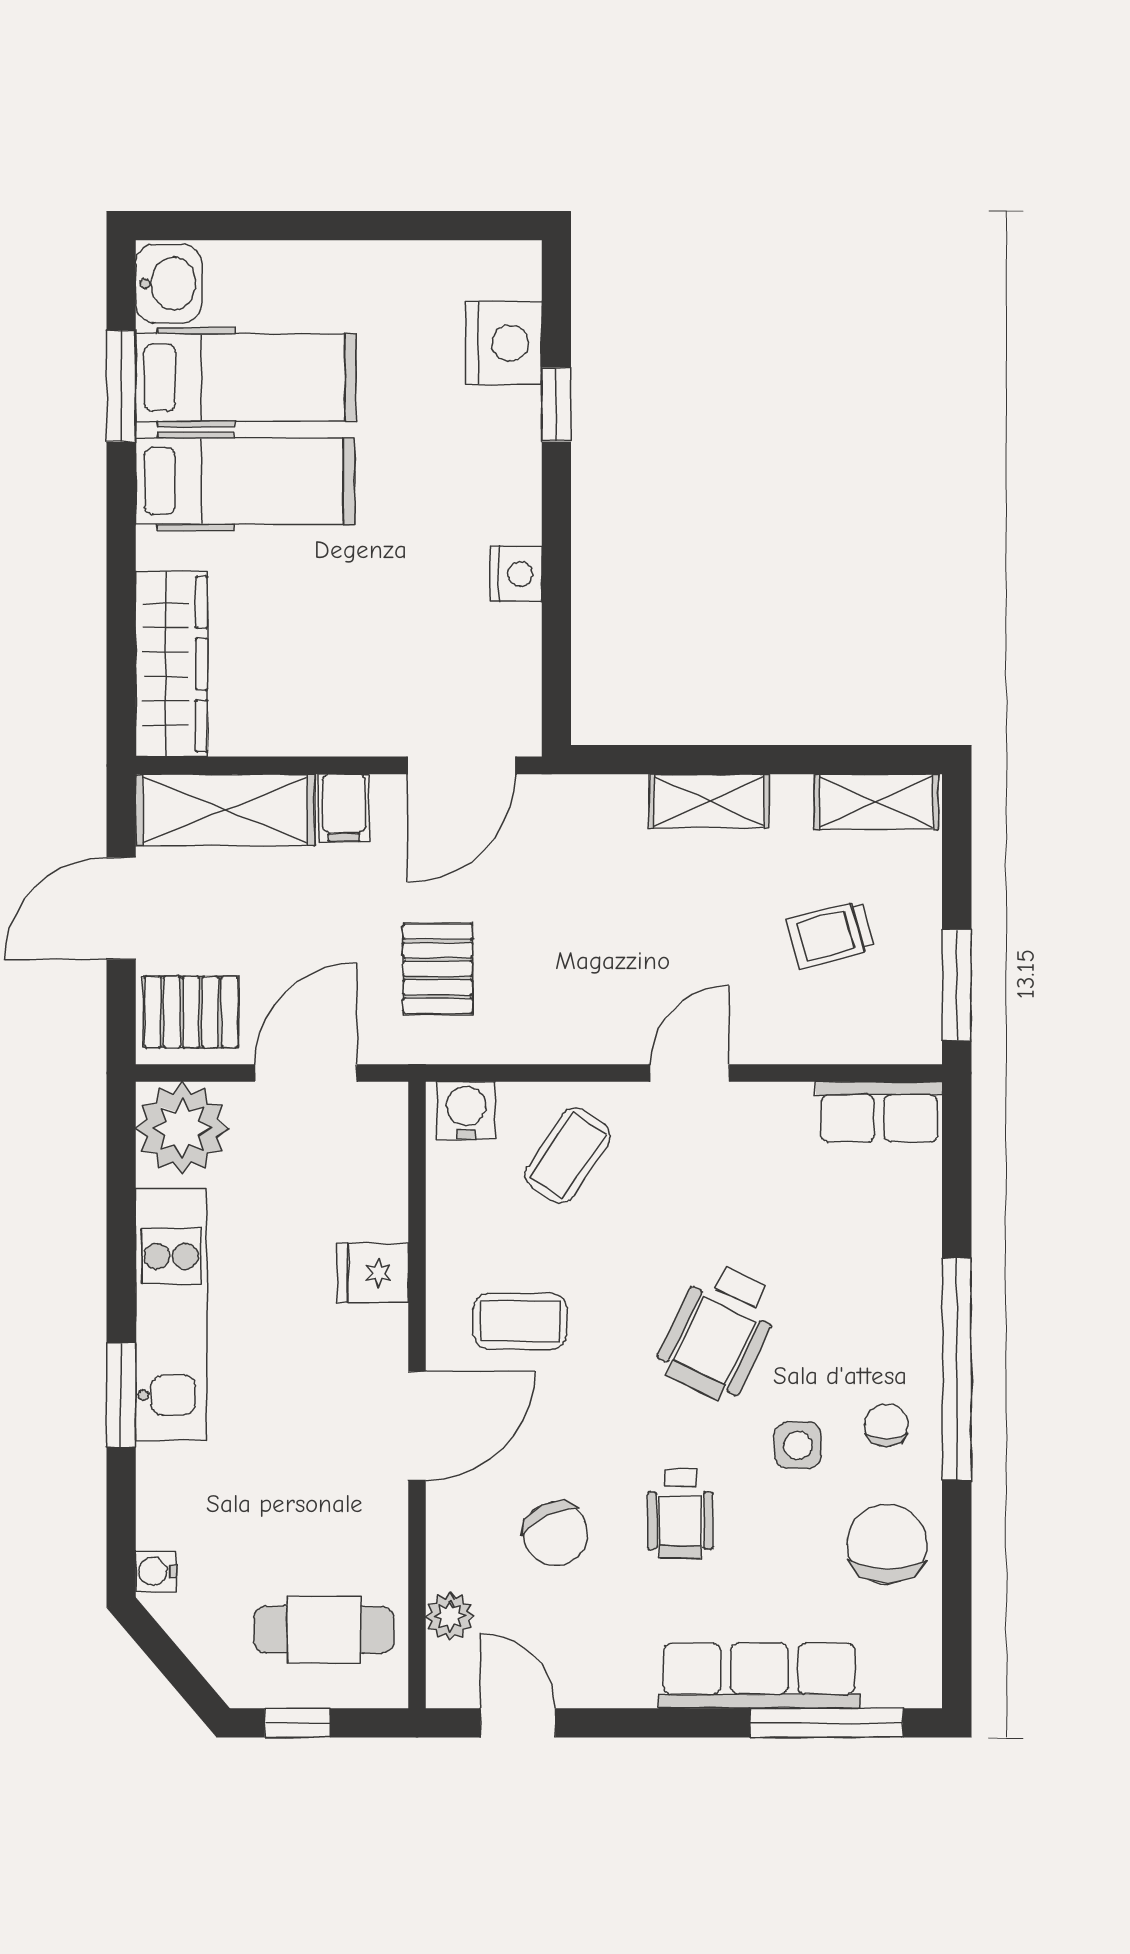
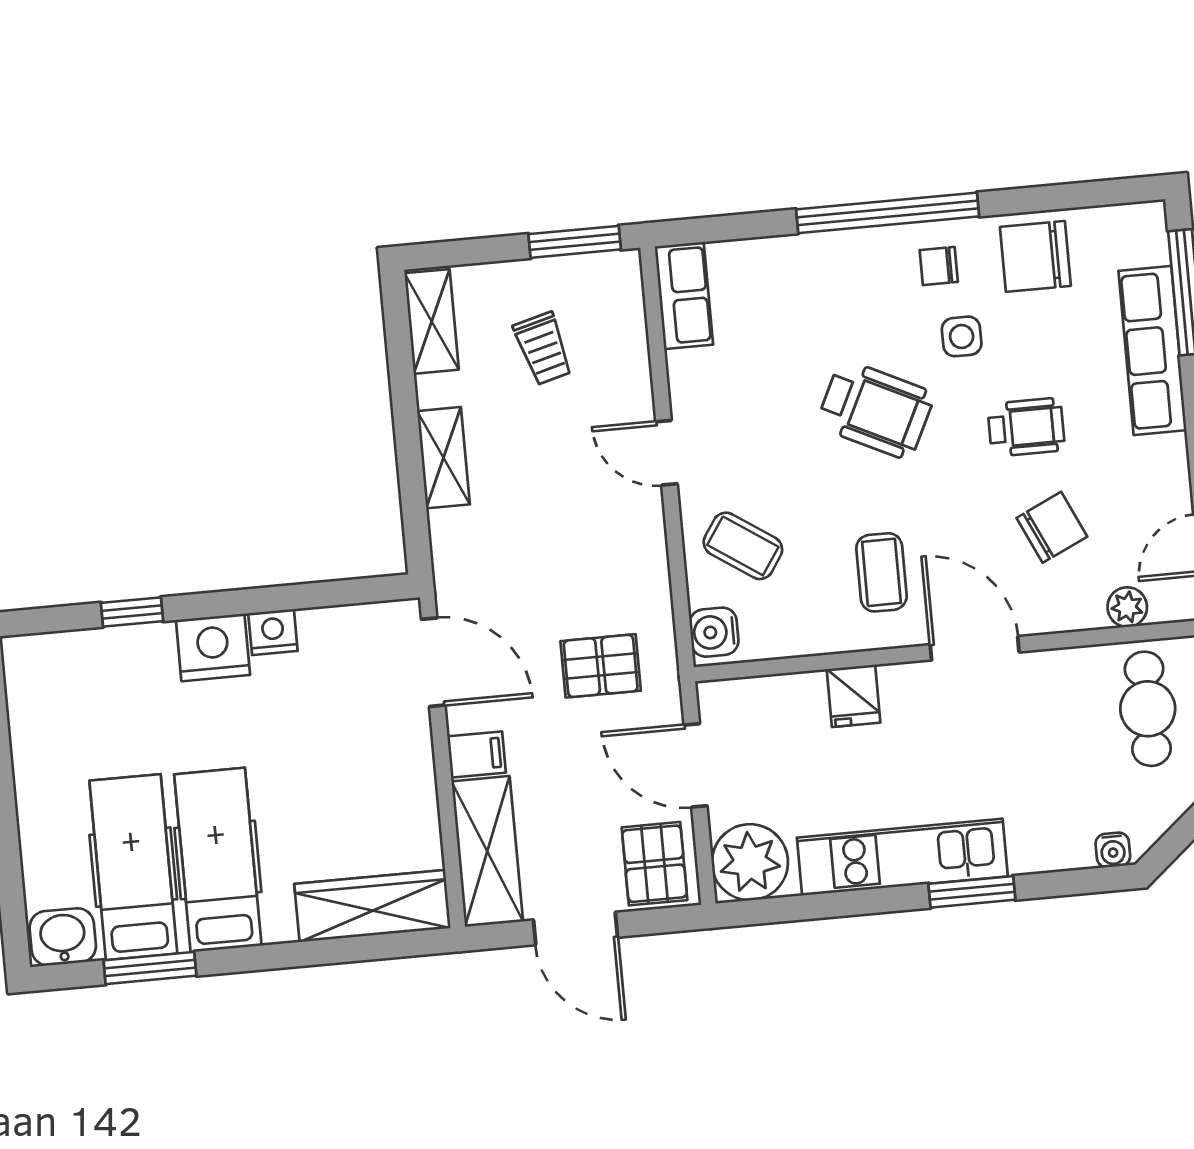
nightstand: (504, 343) -> (213, 647), moved

